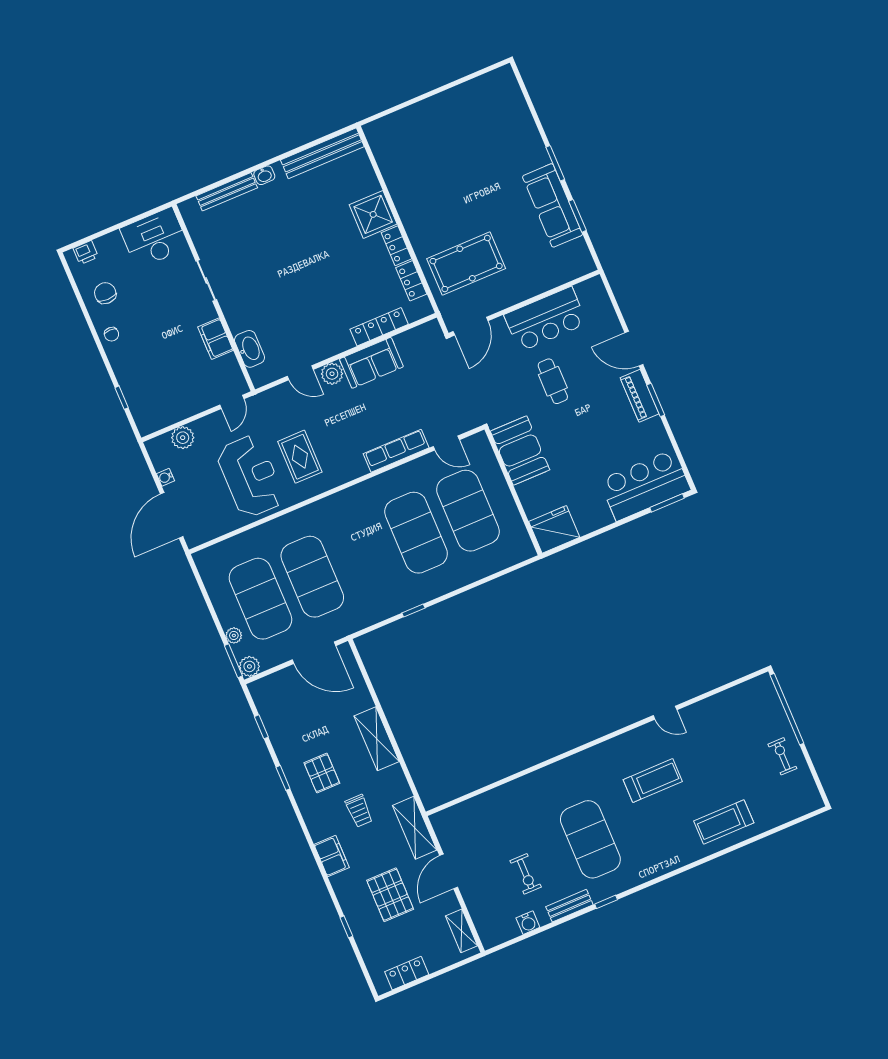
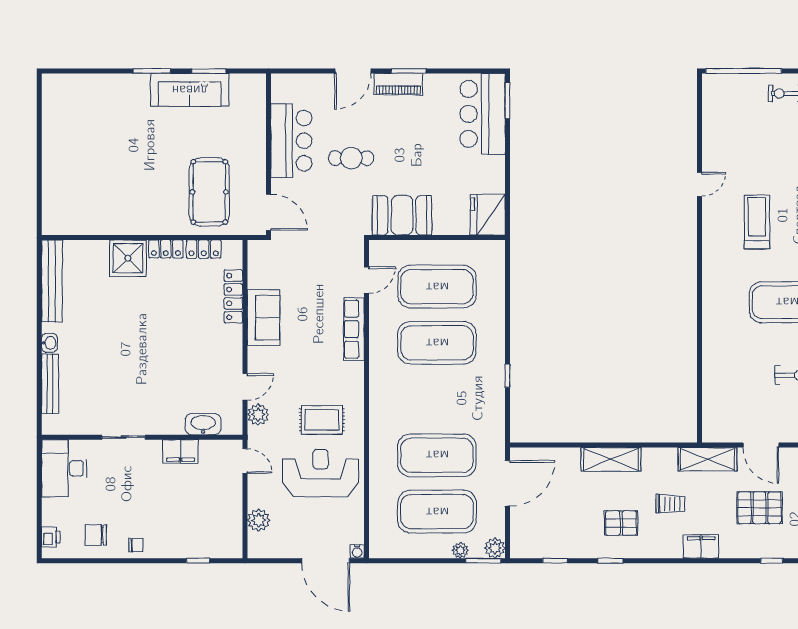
plant: (332, 374) -> (258, 415), moved
water cooler: (165, 477) -> (357, 551), moved

